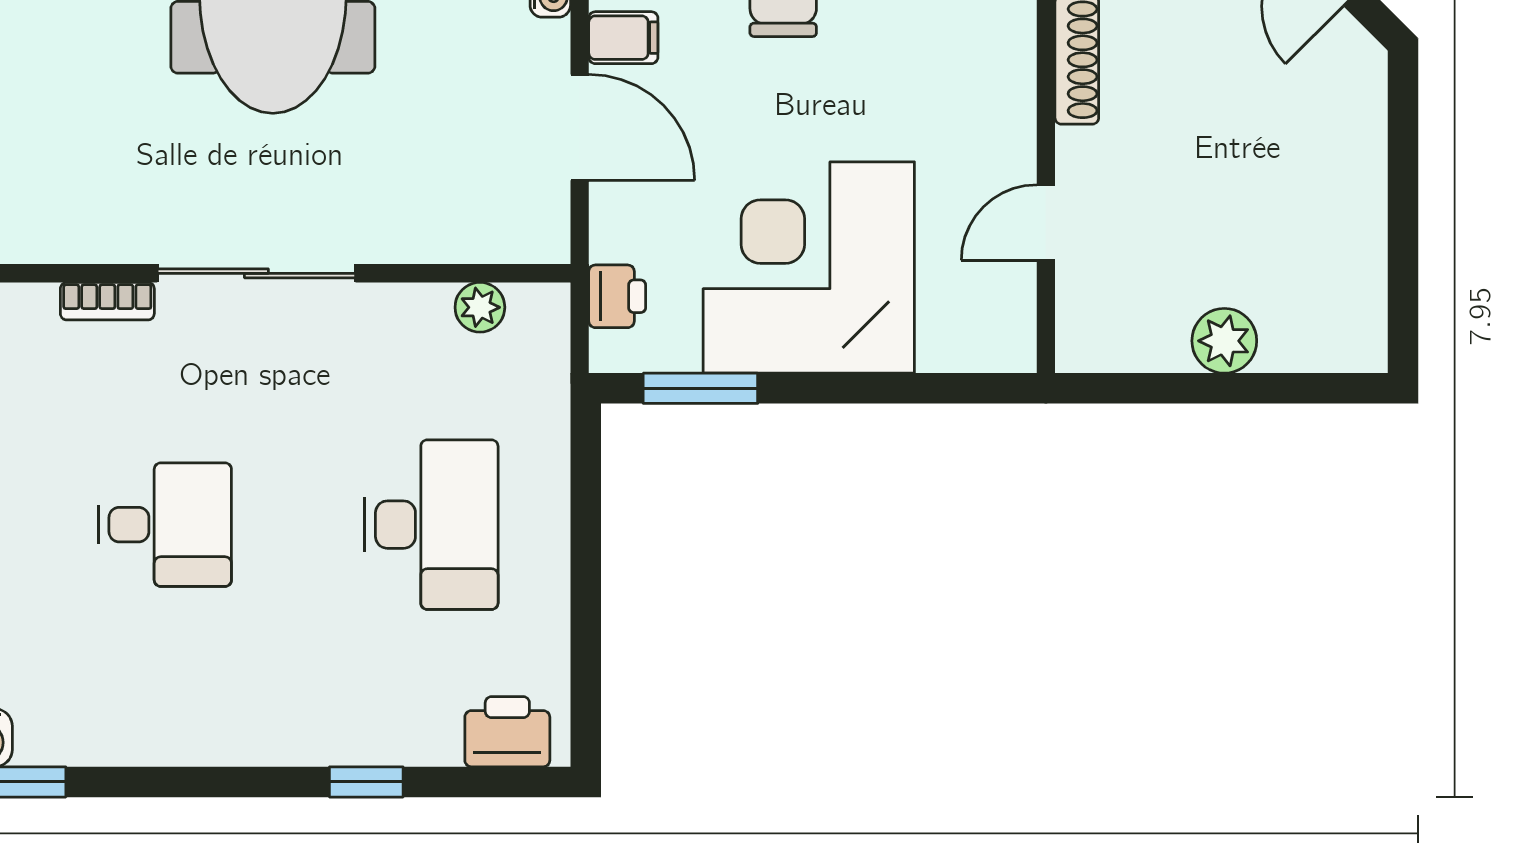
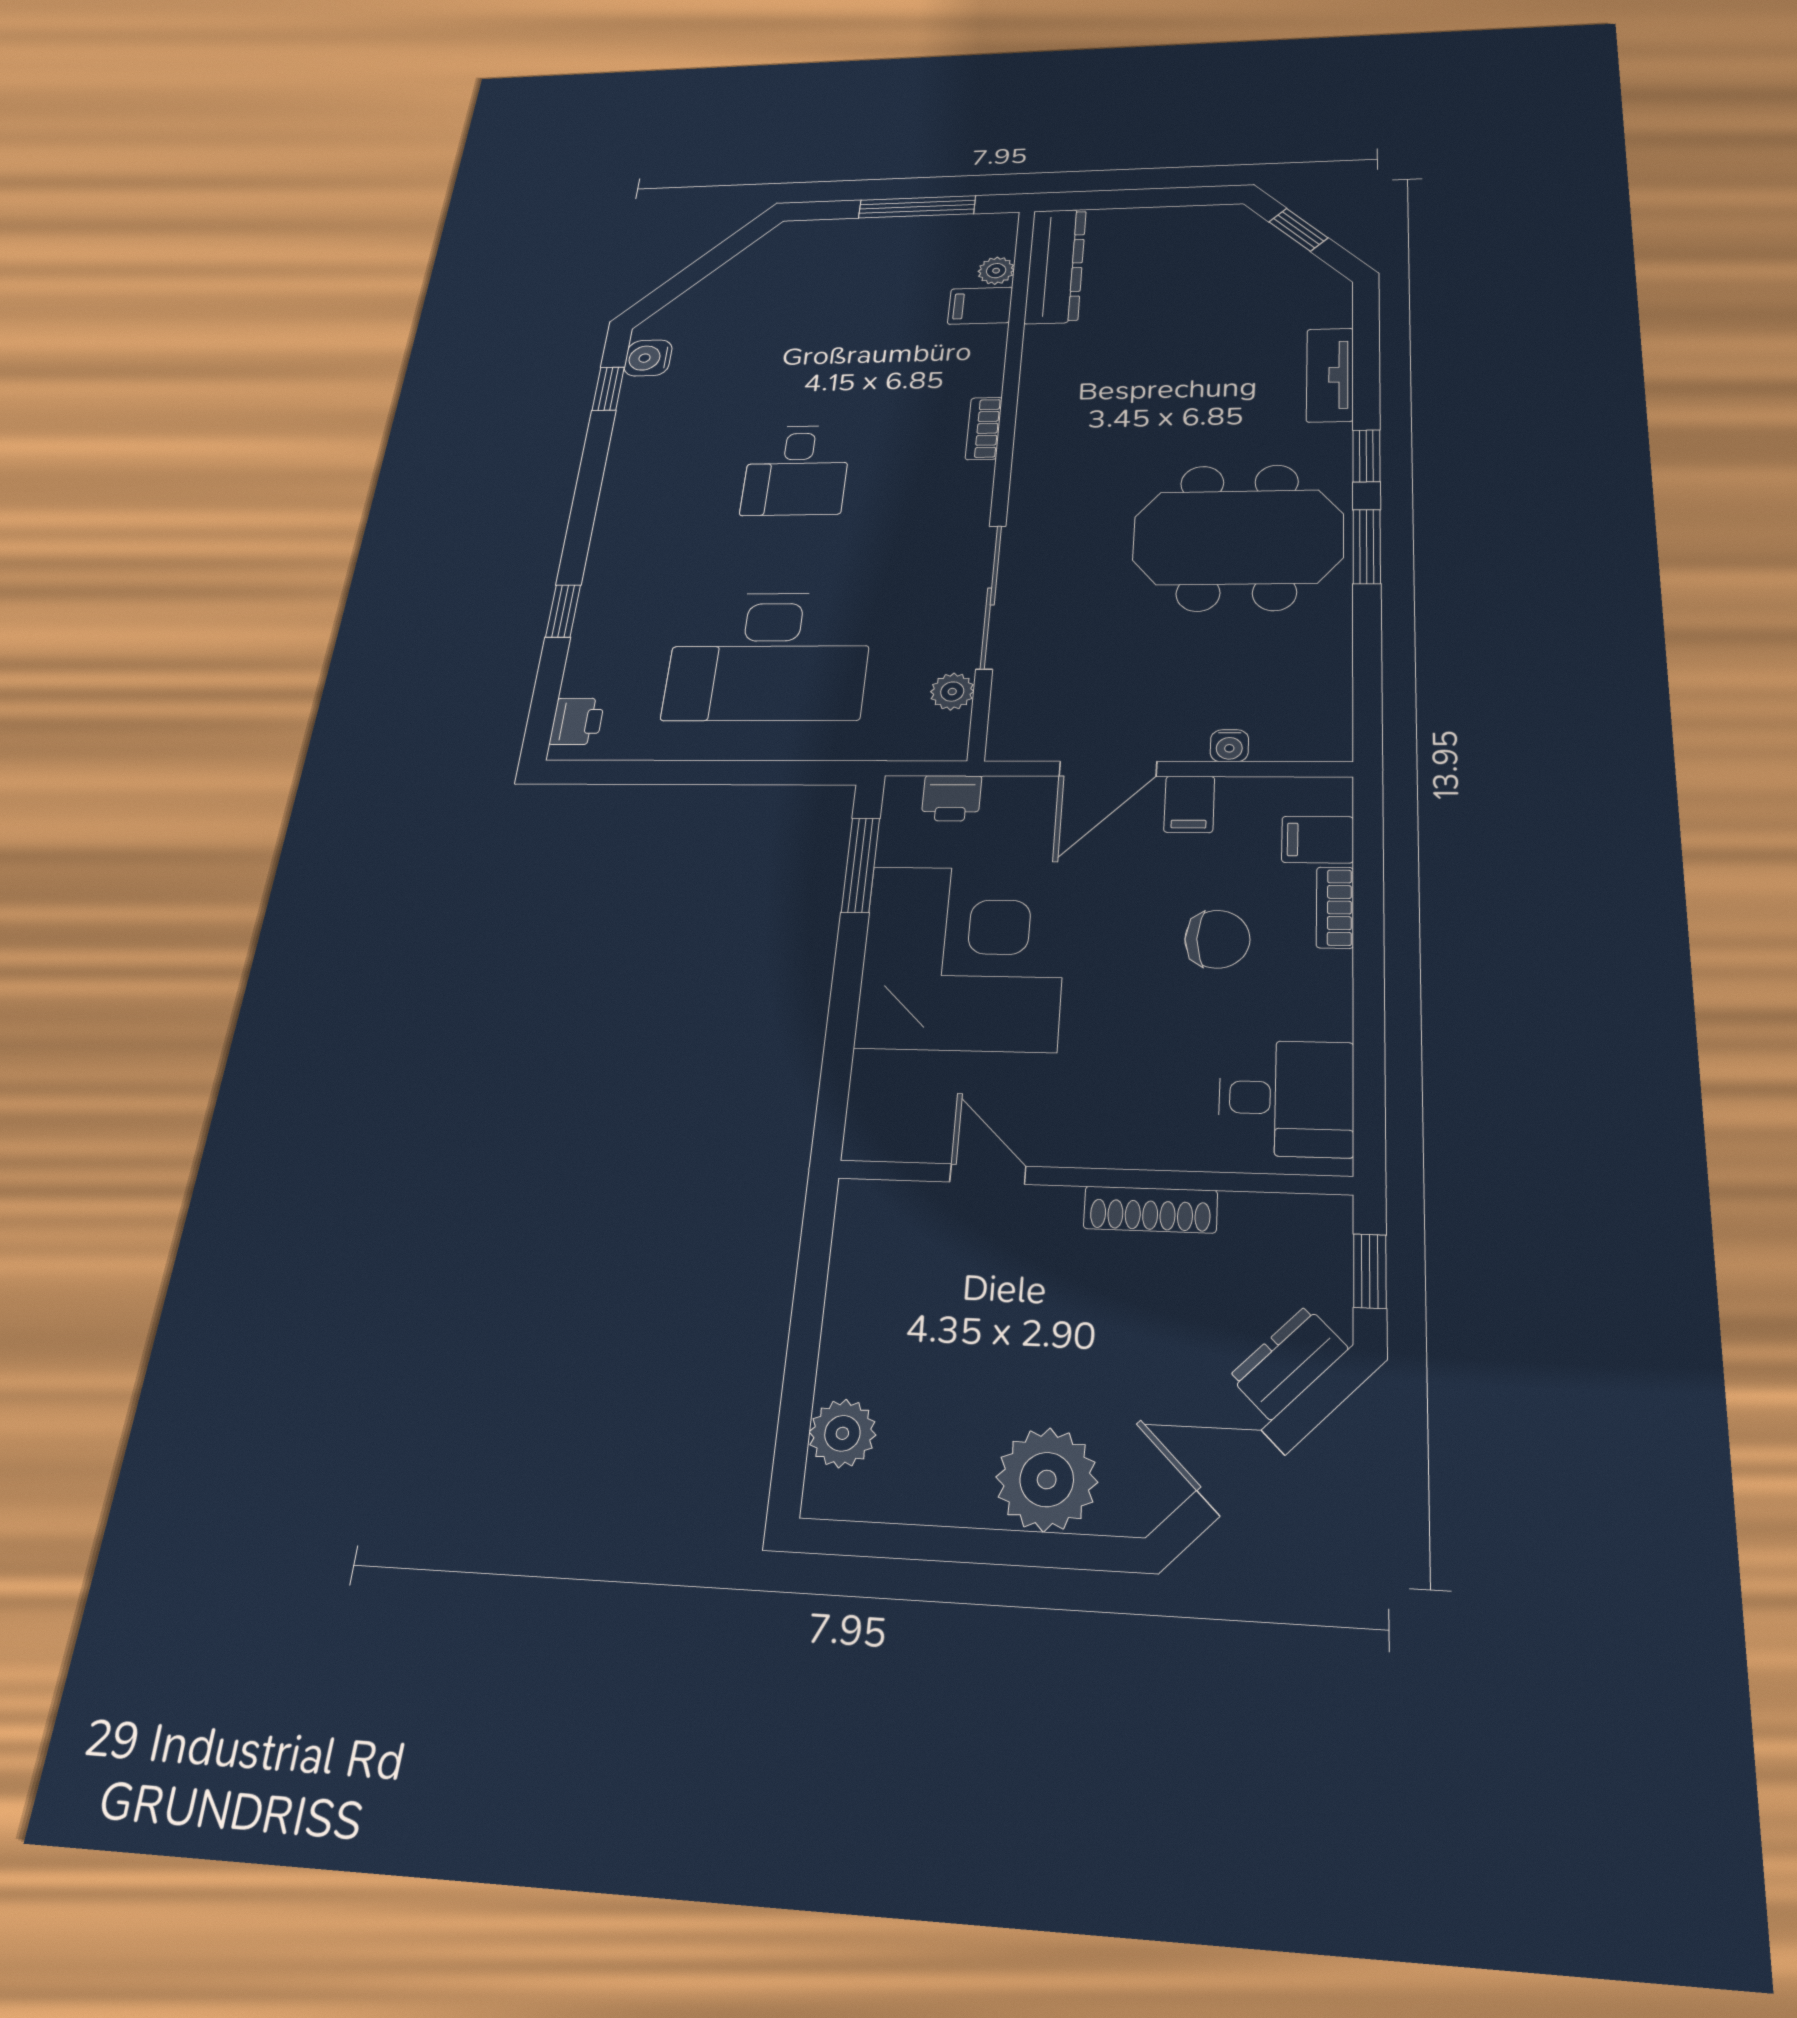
plant: (1340, 144) -> (1047, 1480), added
sliding door: (256, 273) -> (991, 596), moved
plant: (1224, 341) -> (842, 1433), moved
desk: (431, 525) -> (769, 656), width x1.36, depth x1.30
printer: (507, 732) -> (577, 721), width x0.73, depth x0.81

